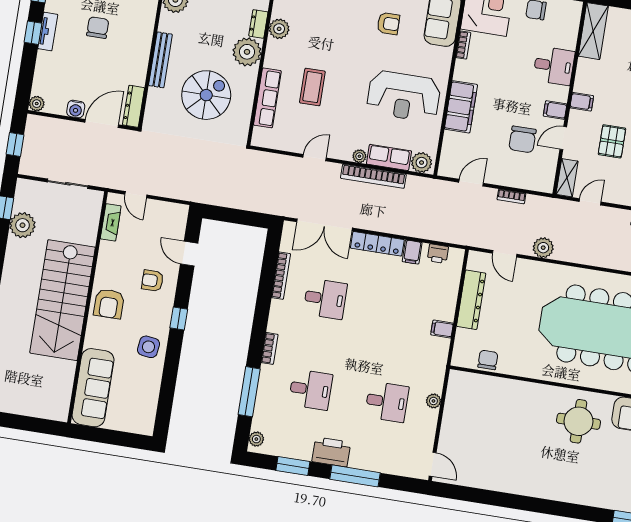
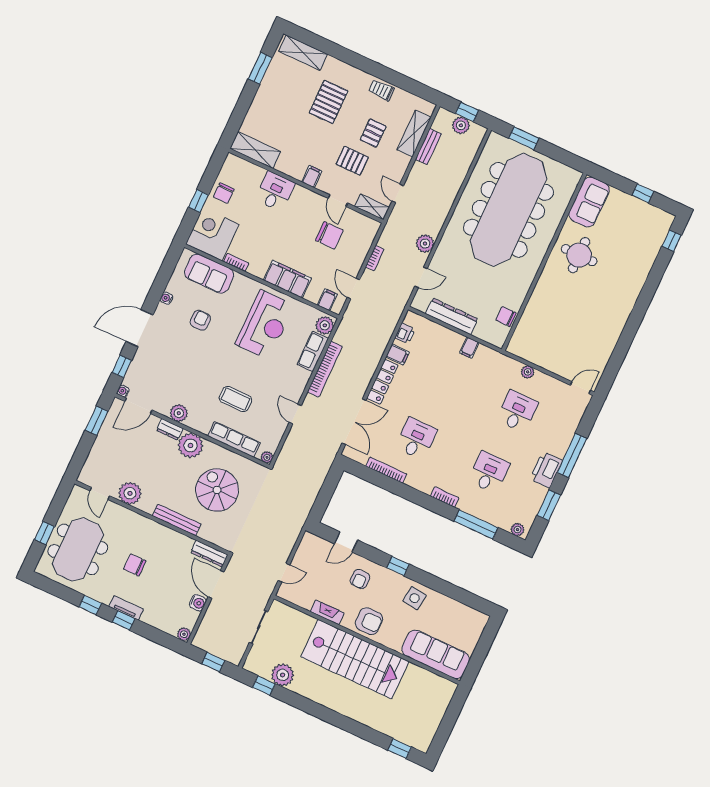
filing cabinet: (555, 110) -> (327, 300), moved, turned 180
plant: (359, 156) -> (267, 457), moved
fireplace: (111, 222) -> (327, 612), moved

